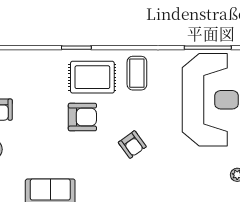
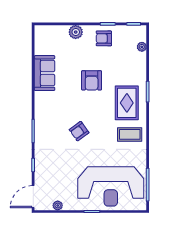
plant: (13, 56) -> (142, 47), added
armchair: (82, 117) -> (92, 80), moved

